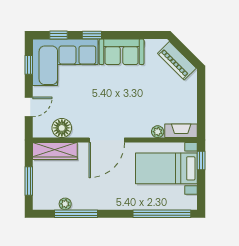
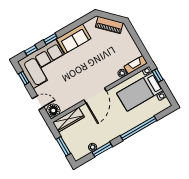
door: (29, 107) -> (38, 103), hinge flipped
floor lamp: (62, 128) -> (53, 110), moved
window: (76, 214) -> (102, 149), width x0.69
window: (162, 214) -> (139, 128), moved

